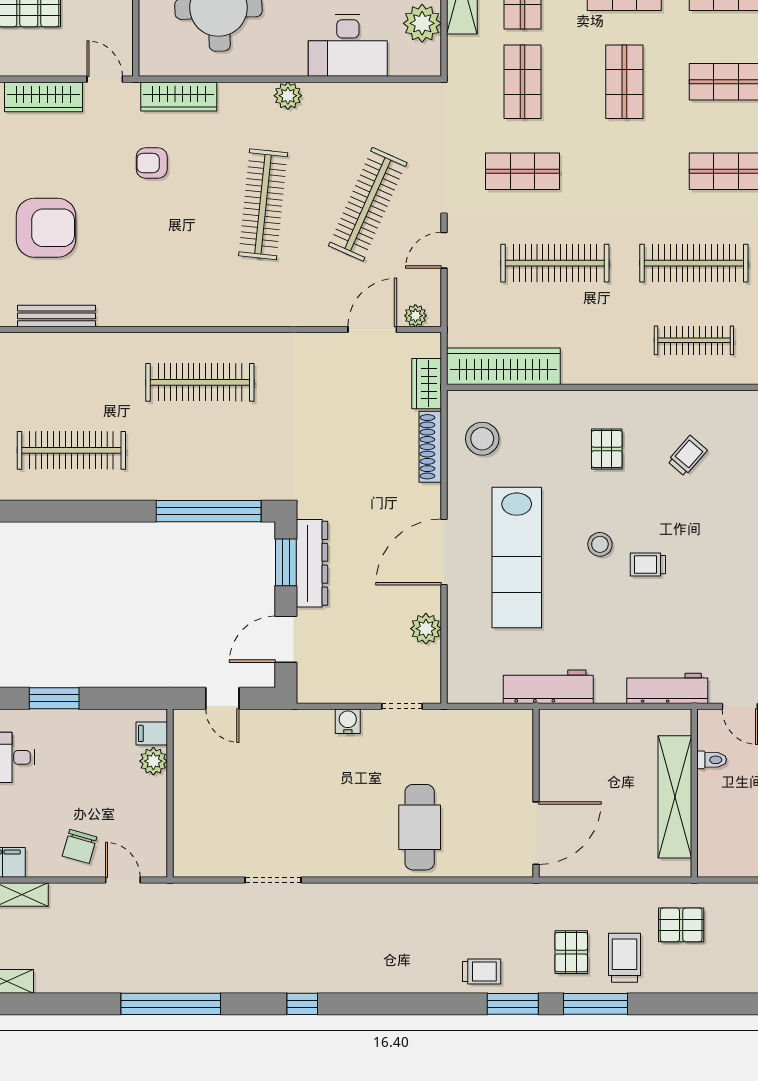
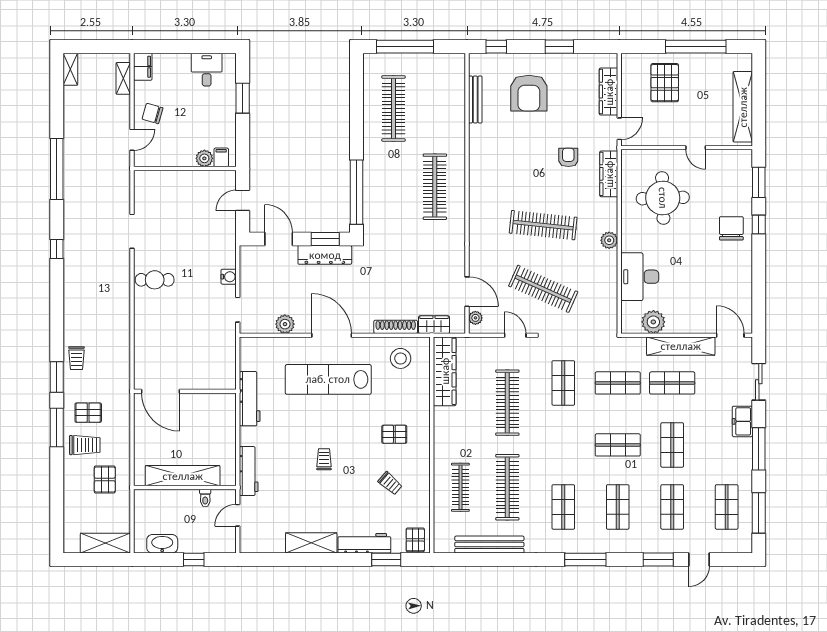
stool: (600, 544) -> (336, 430), removed
cafe table: (420, 827) -> (155, 280), moved, width x0.73, depth x0.74

